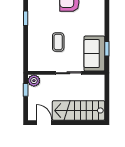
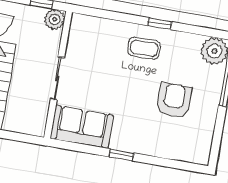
coffee table: (58, 42) -> (144, 48), moved
window: (107, 49) -> (121, 155), moved

